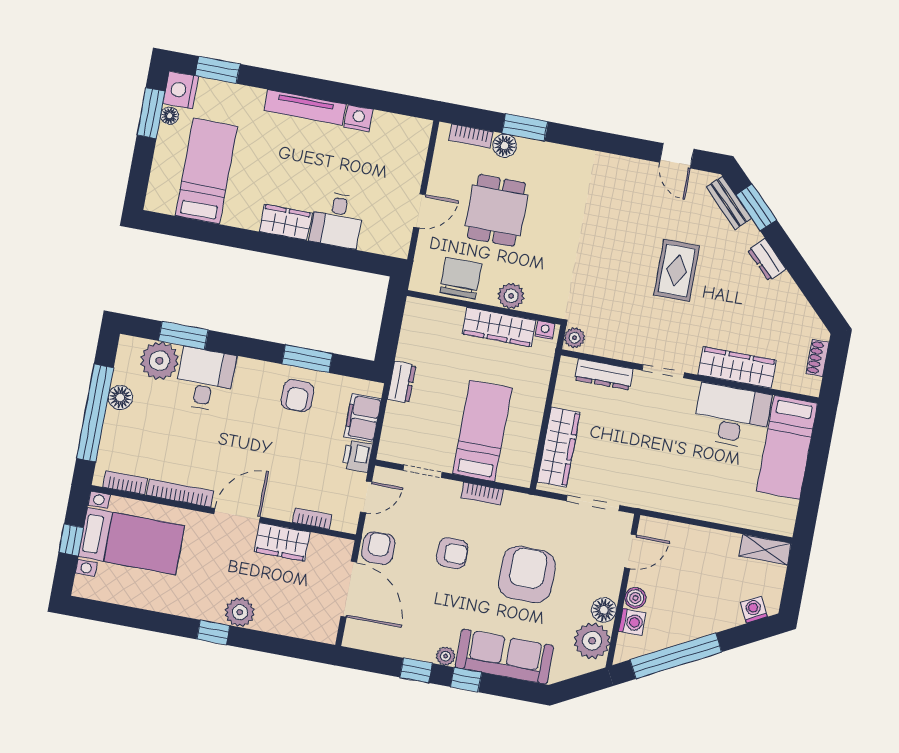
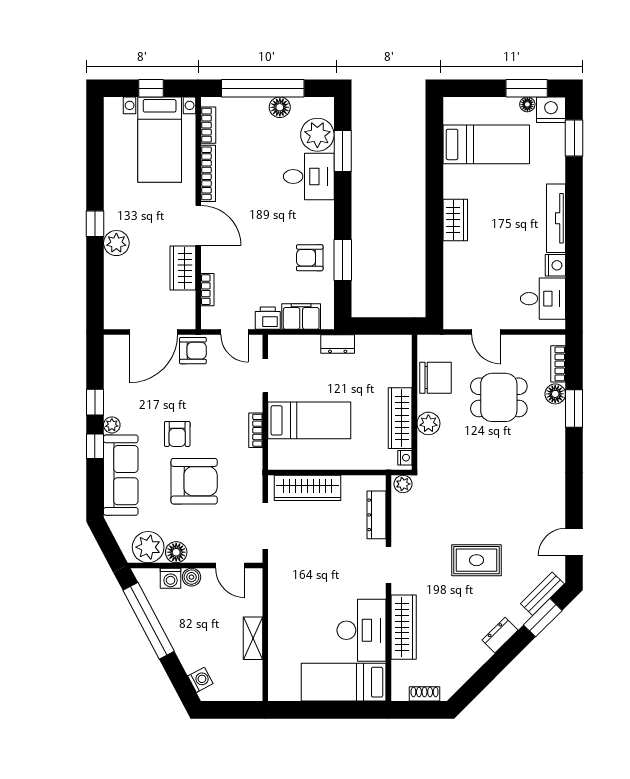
desk: (337, 220) -> (543, 299), moved, turned 180
shelving: (765, 550) -> (253, 638), moved
armchair: (452, 553) -> (177, 434), moved

